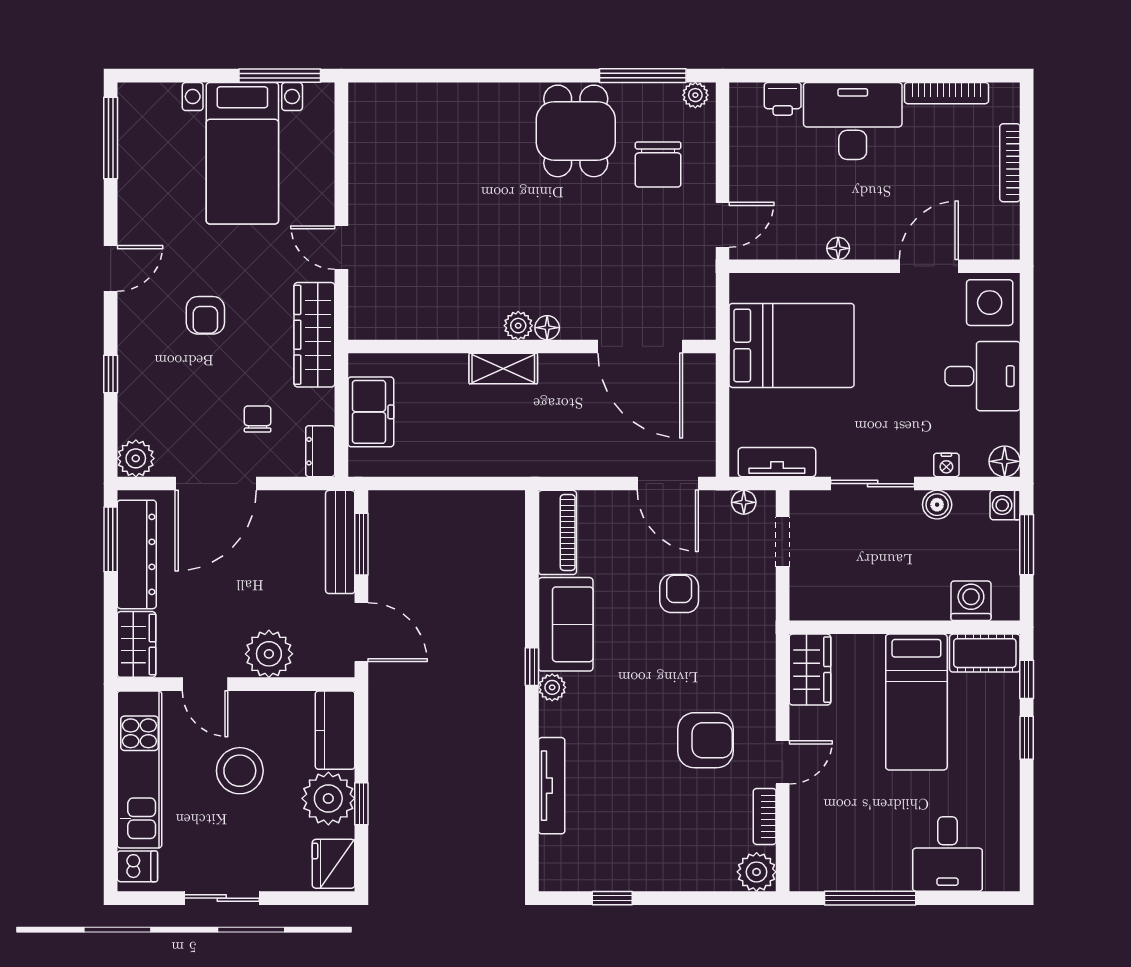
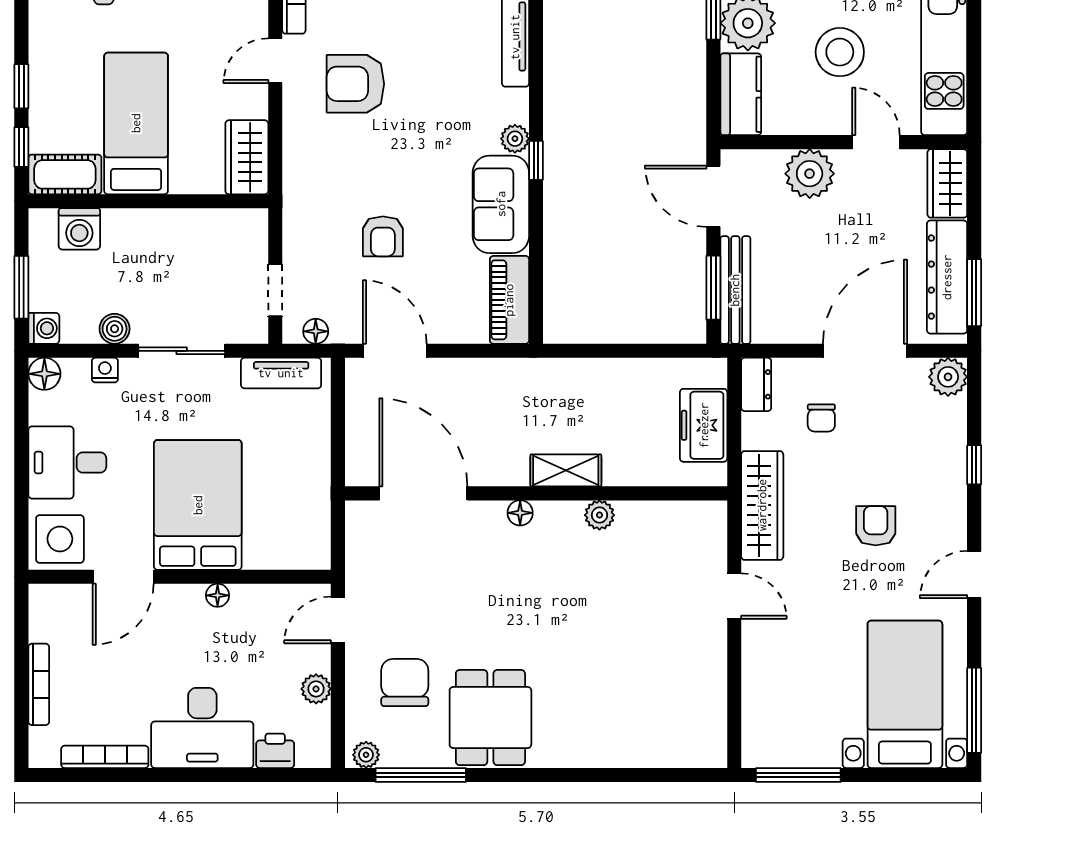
bed with nightstands: (242, 153) -> (905, 694), moved
plant: (743, 158) -> (316, 689), added
plant: (518, 326) -> (599, 515), moved
bed: (792, 345) -> (198, 505), moved, turned 90

